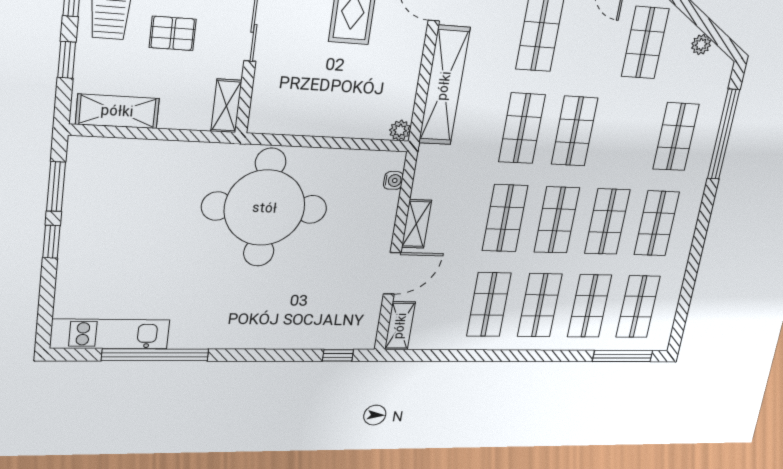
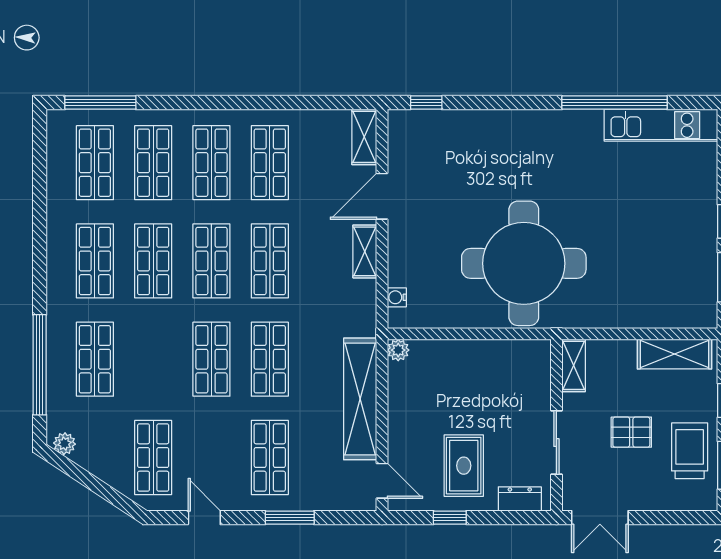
plant: (701, 45) -> (64, 444), moved

